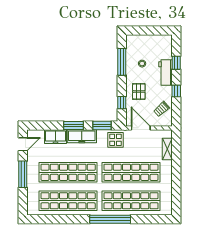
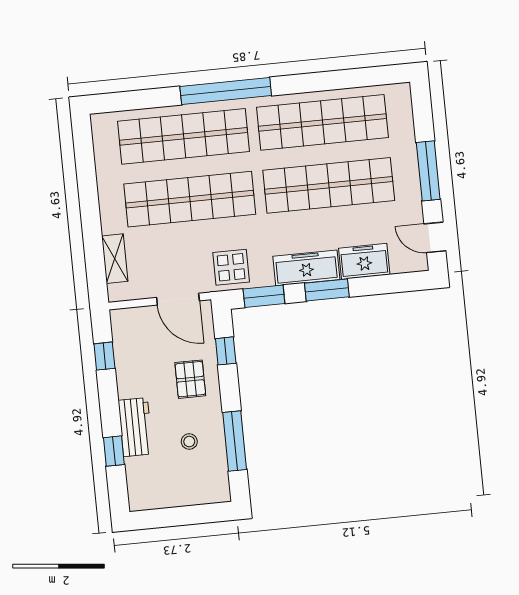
window: (176, 91) -> (104, 356), moved
trolley: (162, 109) -> (136, 345), removed
door: (23, 144) -> (435, 237), hinge flipped

